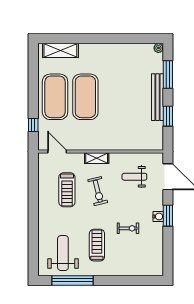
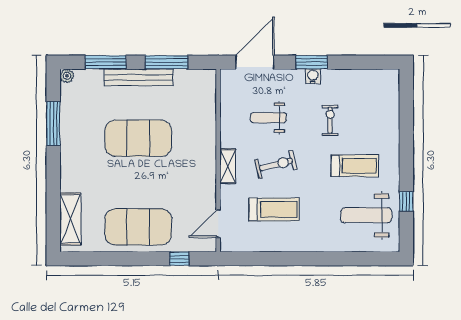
window: (126, 39) -> (53, 124), added
exercise mat: (85, 97) -> (138, 138), moved
window: (168, 116) -> (166, 62), width x1.44
weight bench: (134, 177) -> (268, 118), moved, turned 90
treadmill: (97, 245) -> (355, 166), turned 180
window: (72, 280) -> (406, 201), width x0.32

